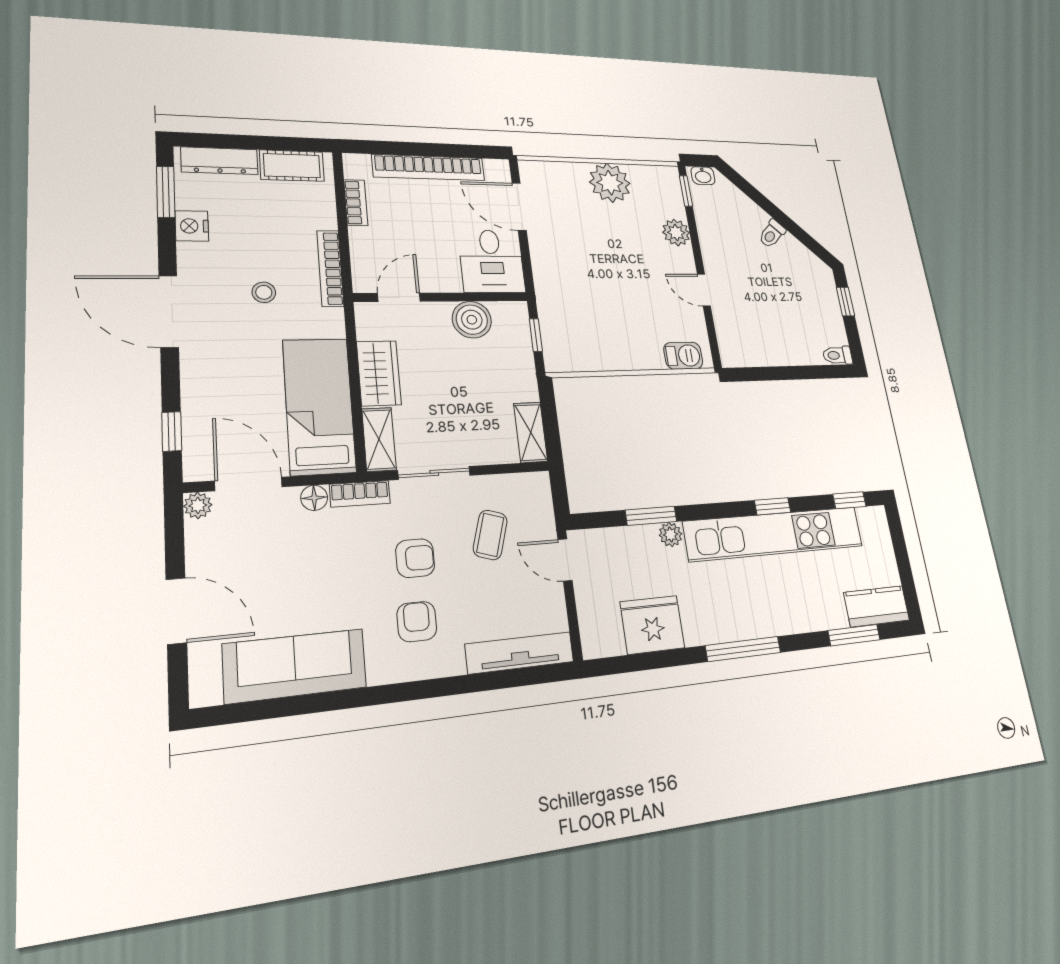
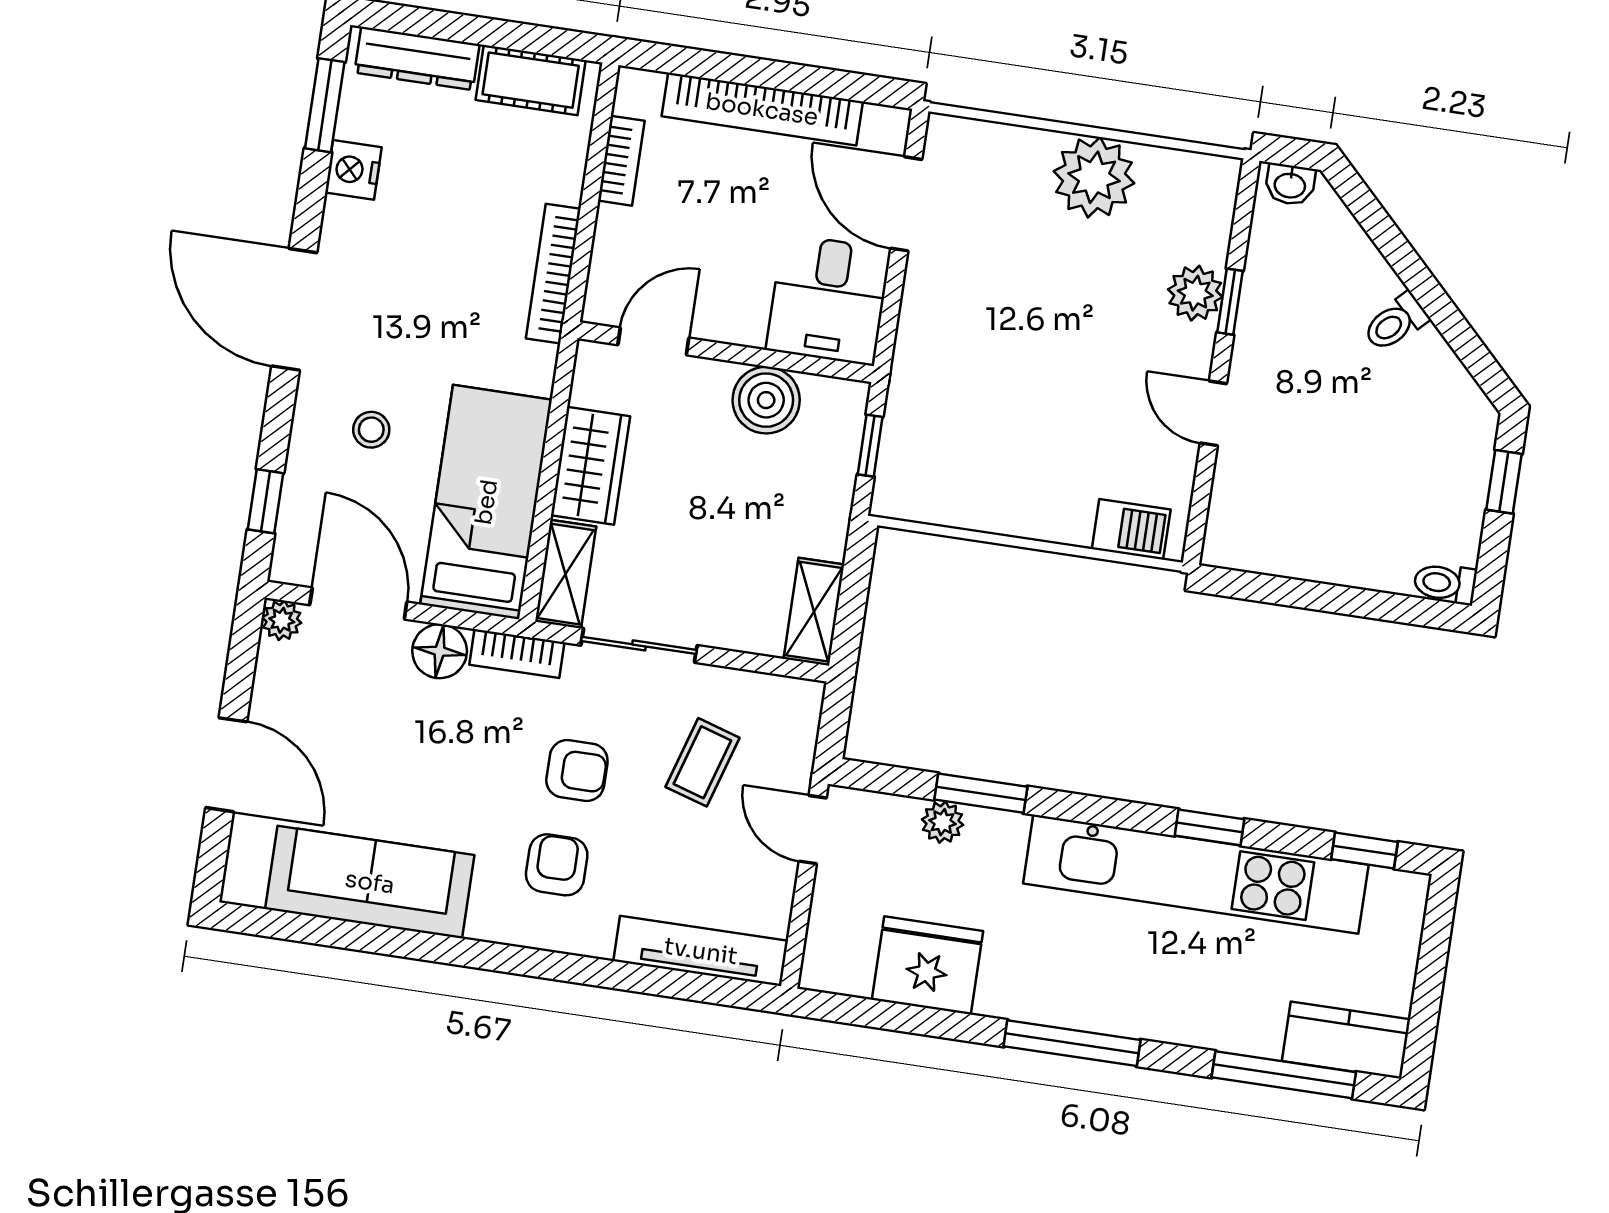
window: (686, 191) -> (1230, 302), moved
stool: (264, 292) -> (371, 430), moved
floor lamp: (314, 498) -> (440, 651), width x1.37, depth x1.37
plant: (670, 535) -> (943, 822), moved
window: (854, 635) -> (1284, 1075), width x1.44

